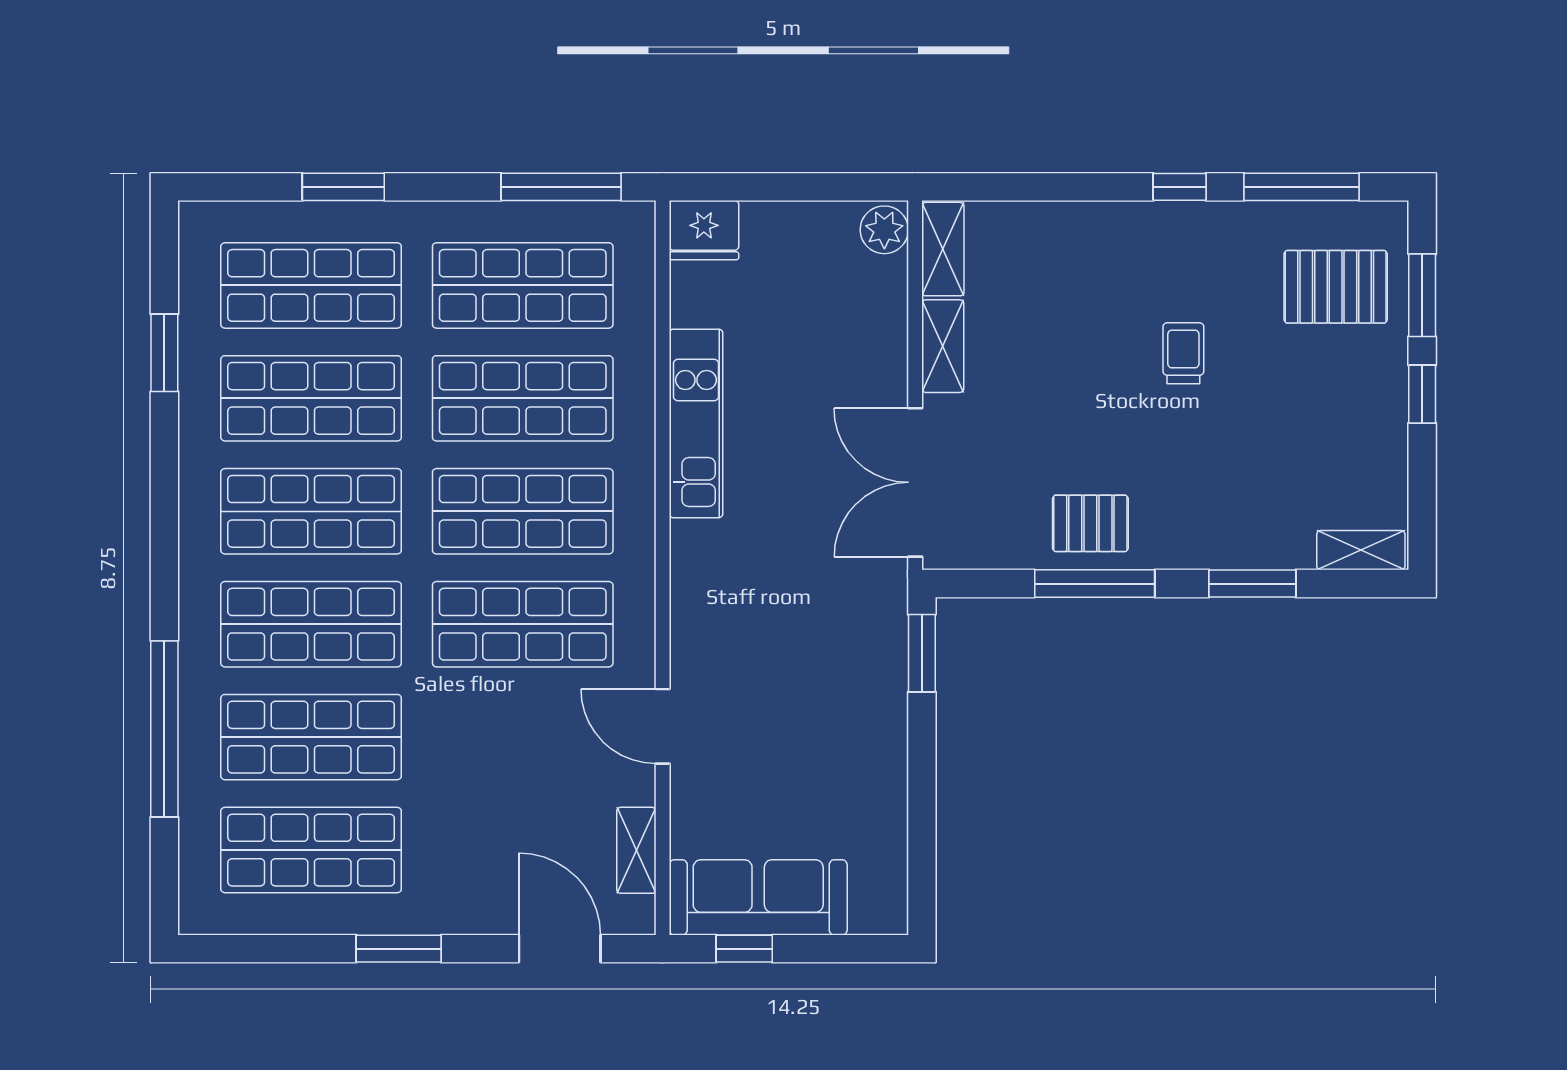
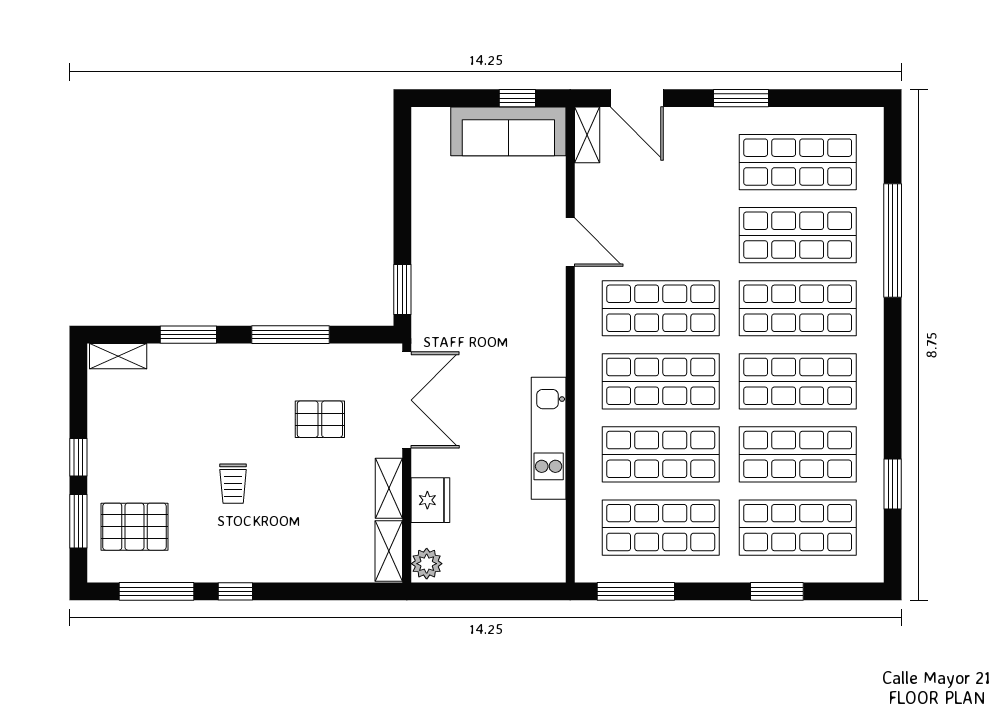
fridge: (704, 230) -> (430, 500), moved, turned 90
pallet: (1090, 523) -> (320, 419), moved
shelving: (636, 850) -> (587, 135), moved

